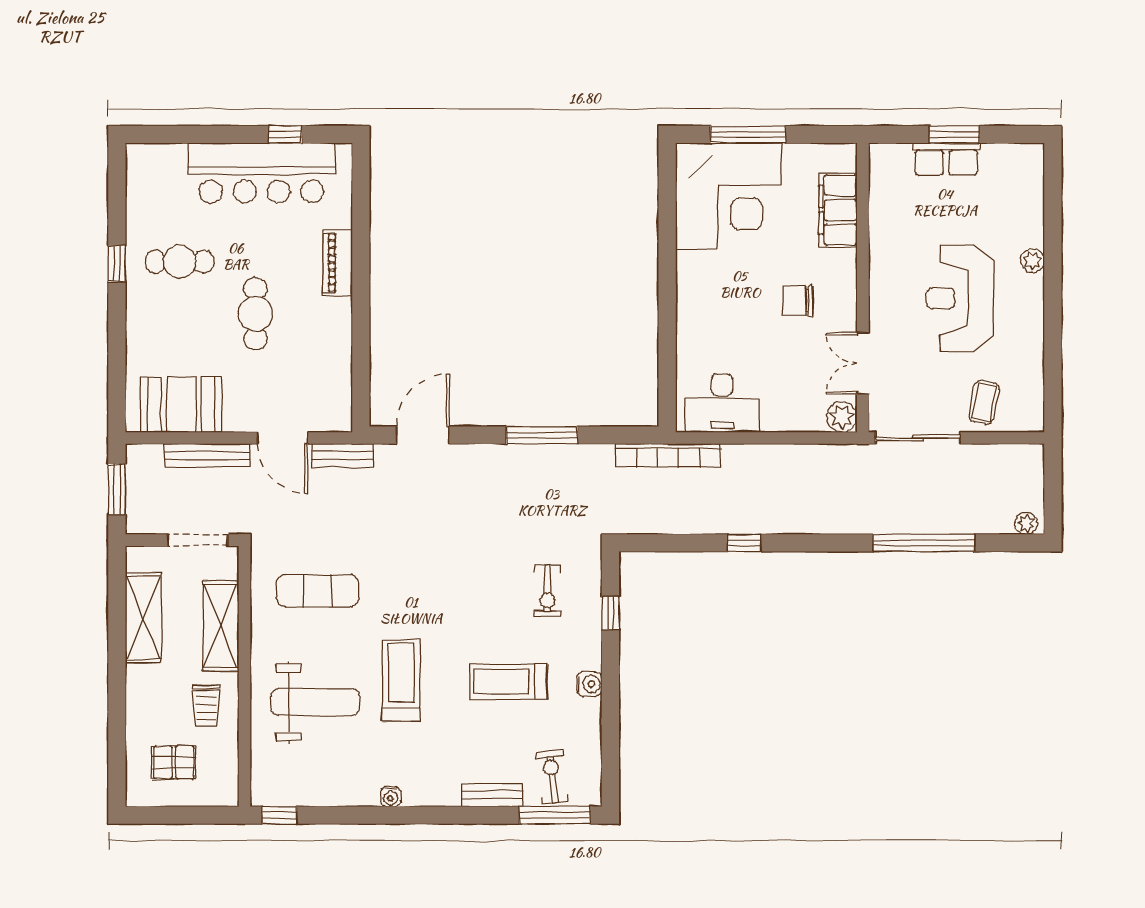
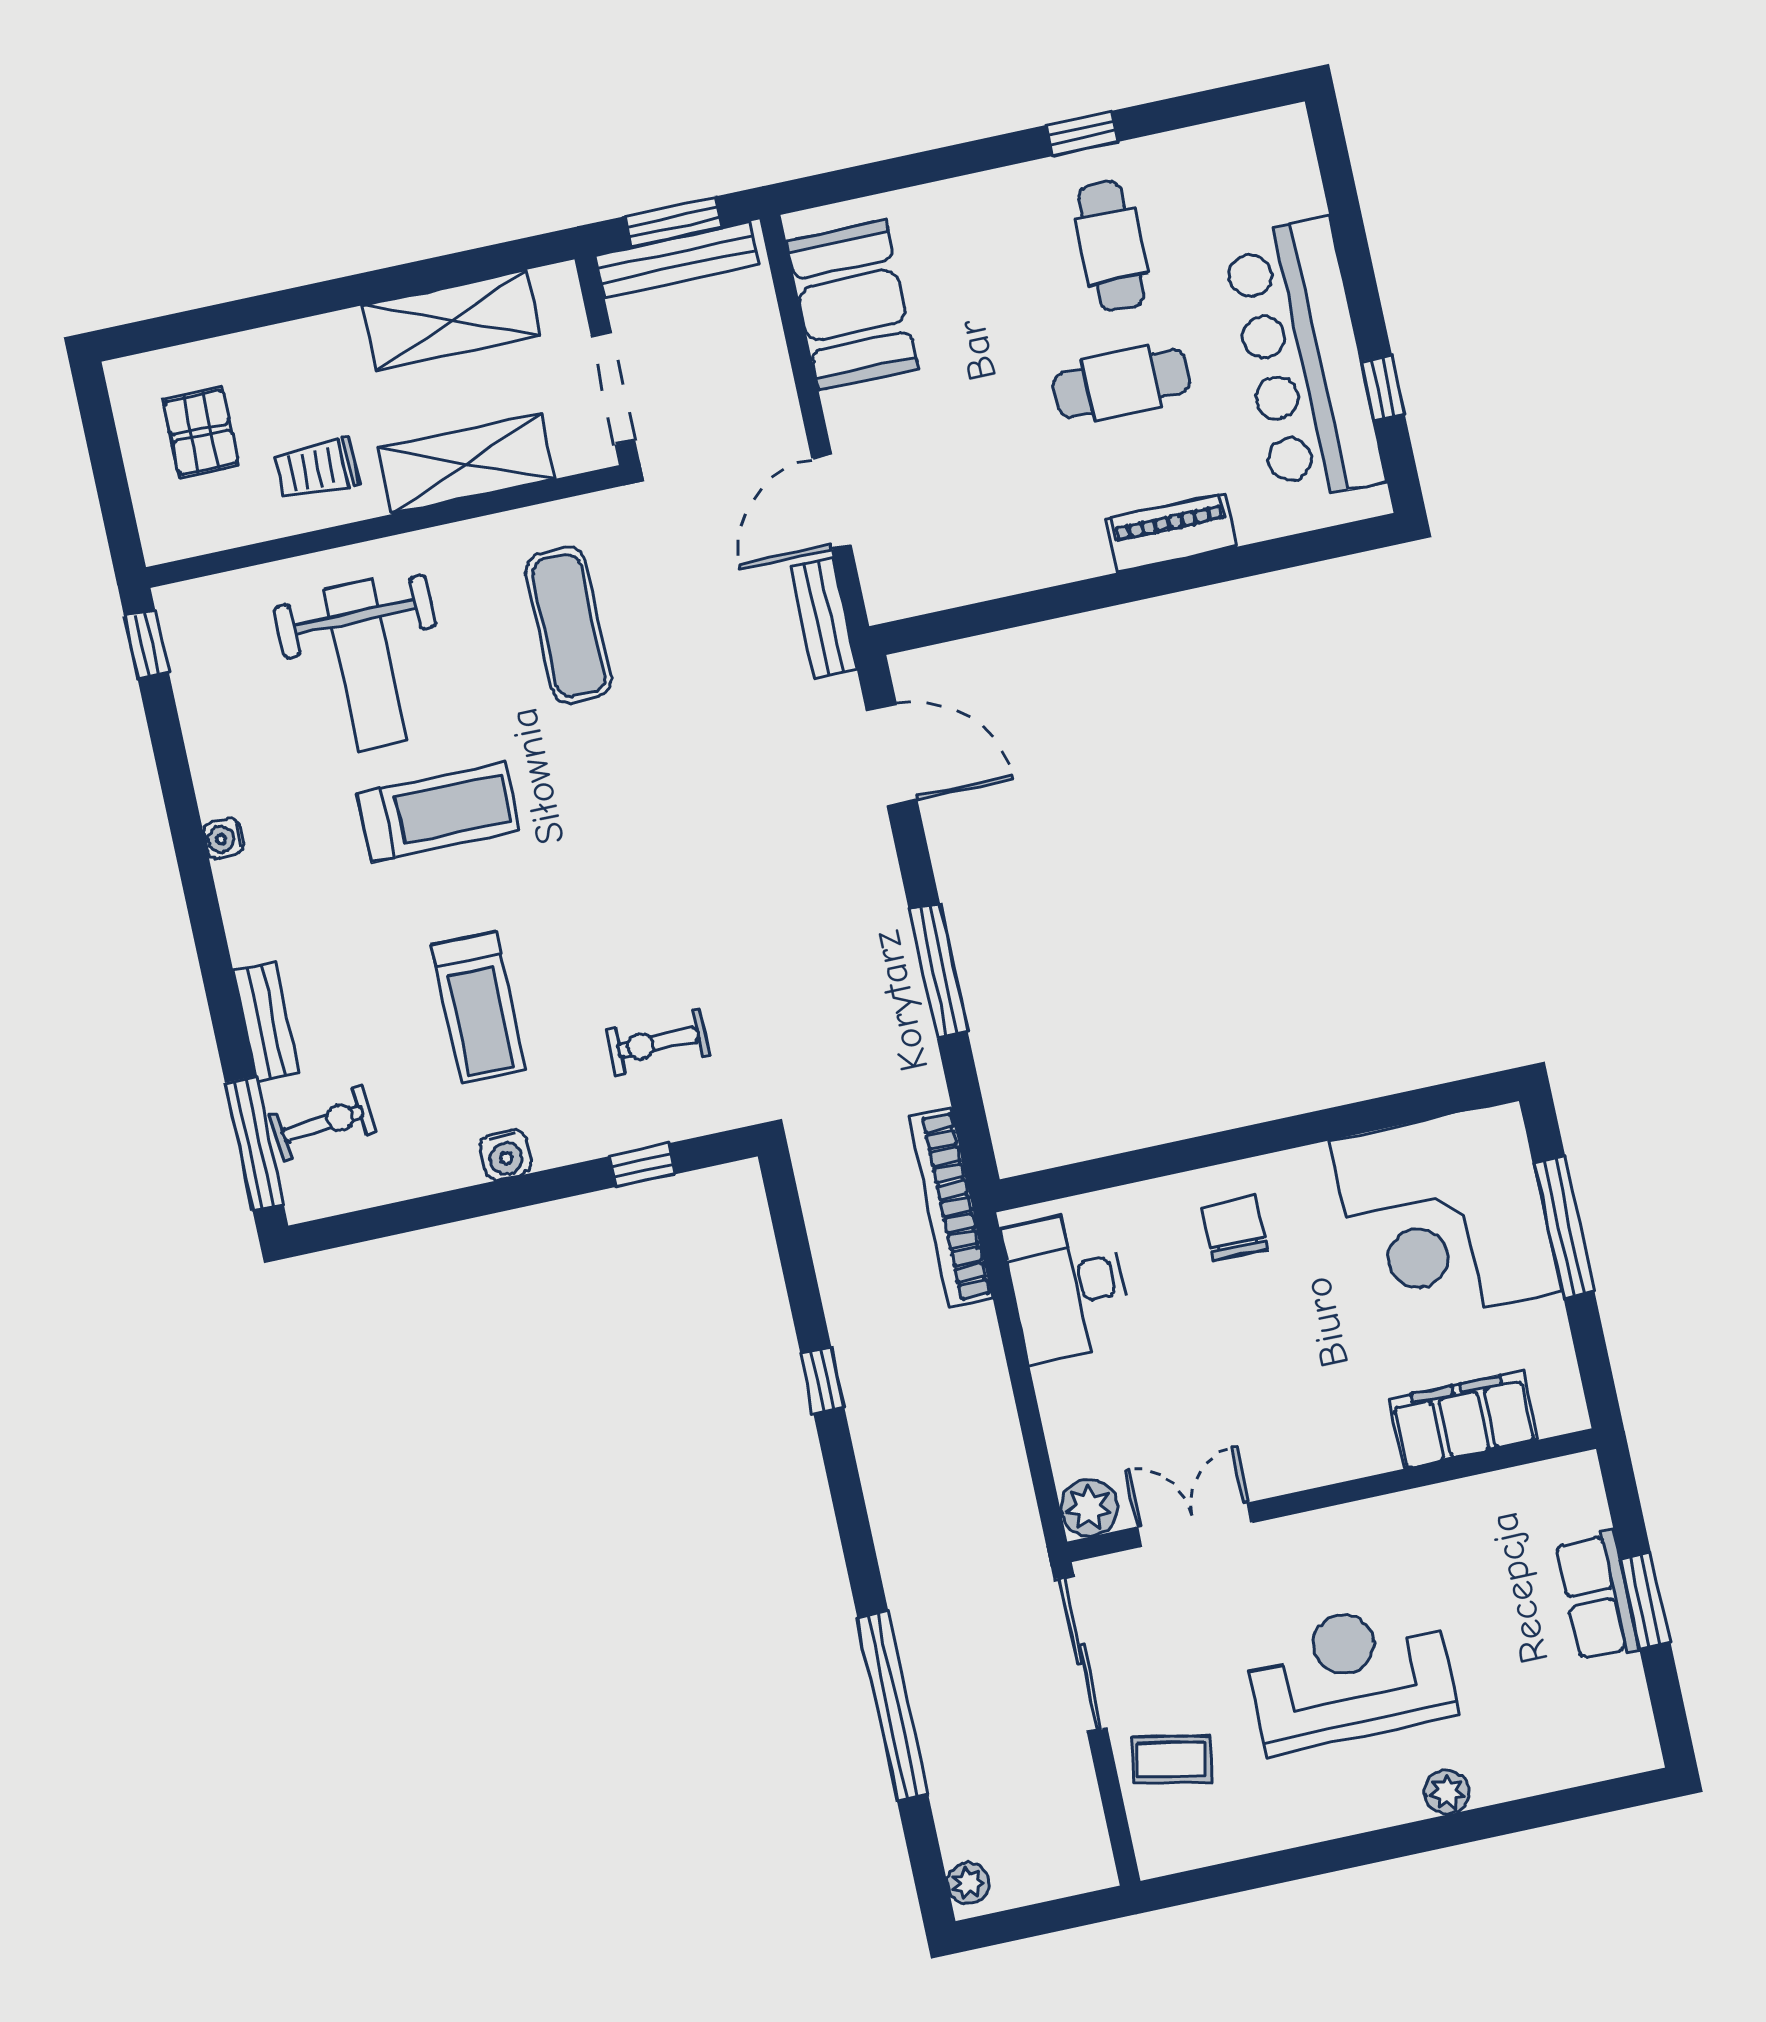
chair: (798, 301) -> (1234, 1228), moved
cafe table: (255, 314) -> (1122, 383), moved
bench: (207, 456) -> (677, 260), moved, turned 90
treadmill: (509, 682) -> (478, 1007), turned 180

